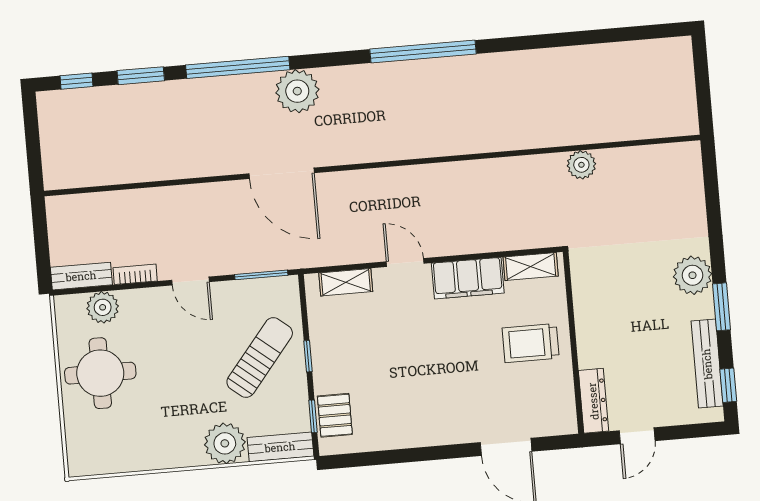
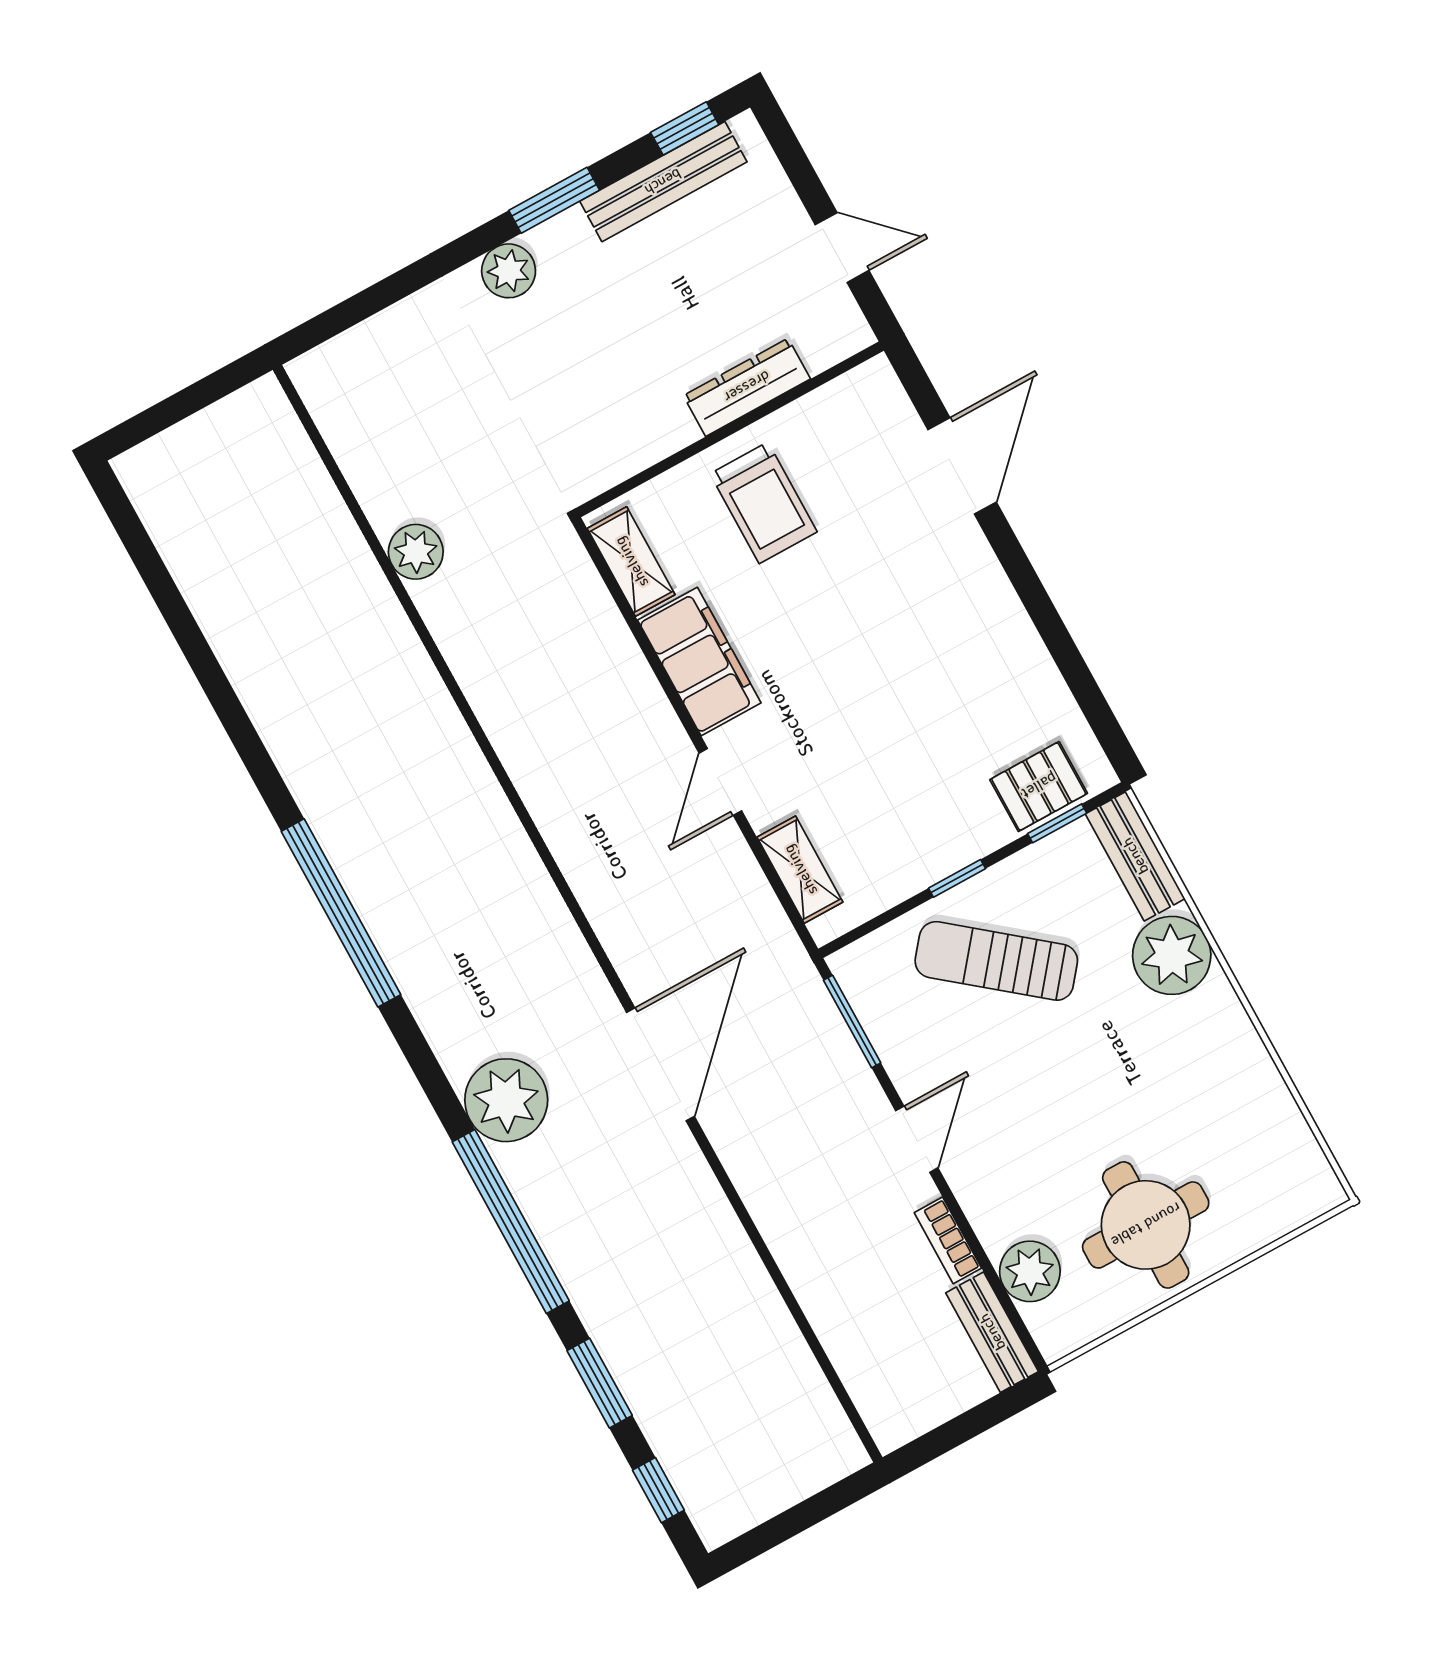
plant: (692, 275) -> (509, 271), width x0.73, depth x0.73
dresser: (593, 401) -> (747, 387), moved

